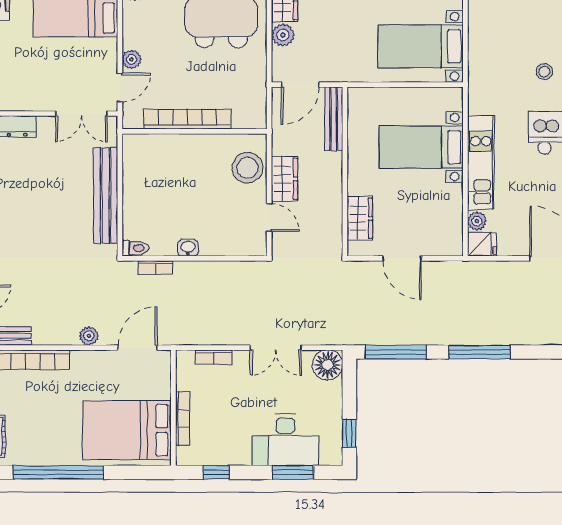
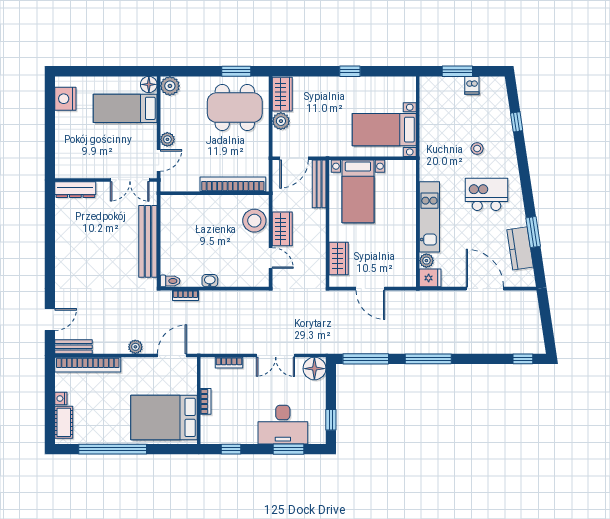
bookcase: (187, 119) -> (233, 184), moved
bed with nightstands: (421, 147) -> (358, 191), moved, turned -90
bookcase: (182, 419) -> (206, 401), width x0.64

